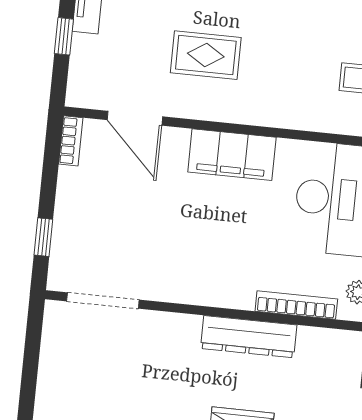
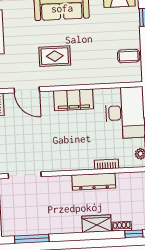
bookcase: (296, 305) -> (107, 164), width x0.64

